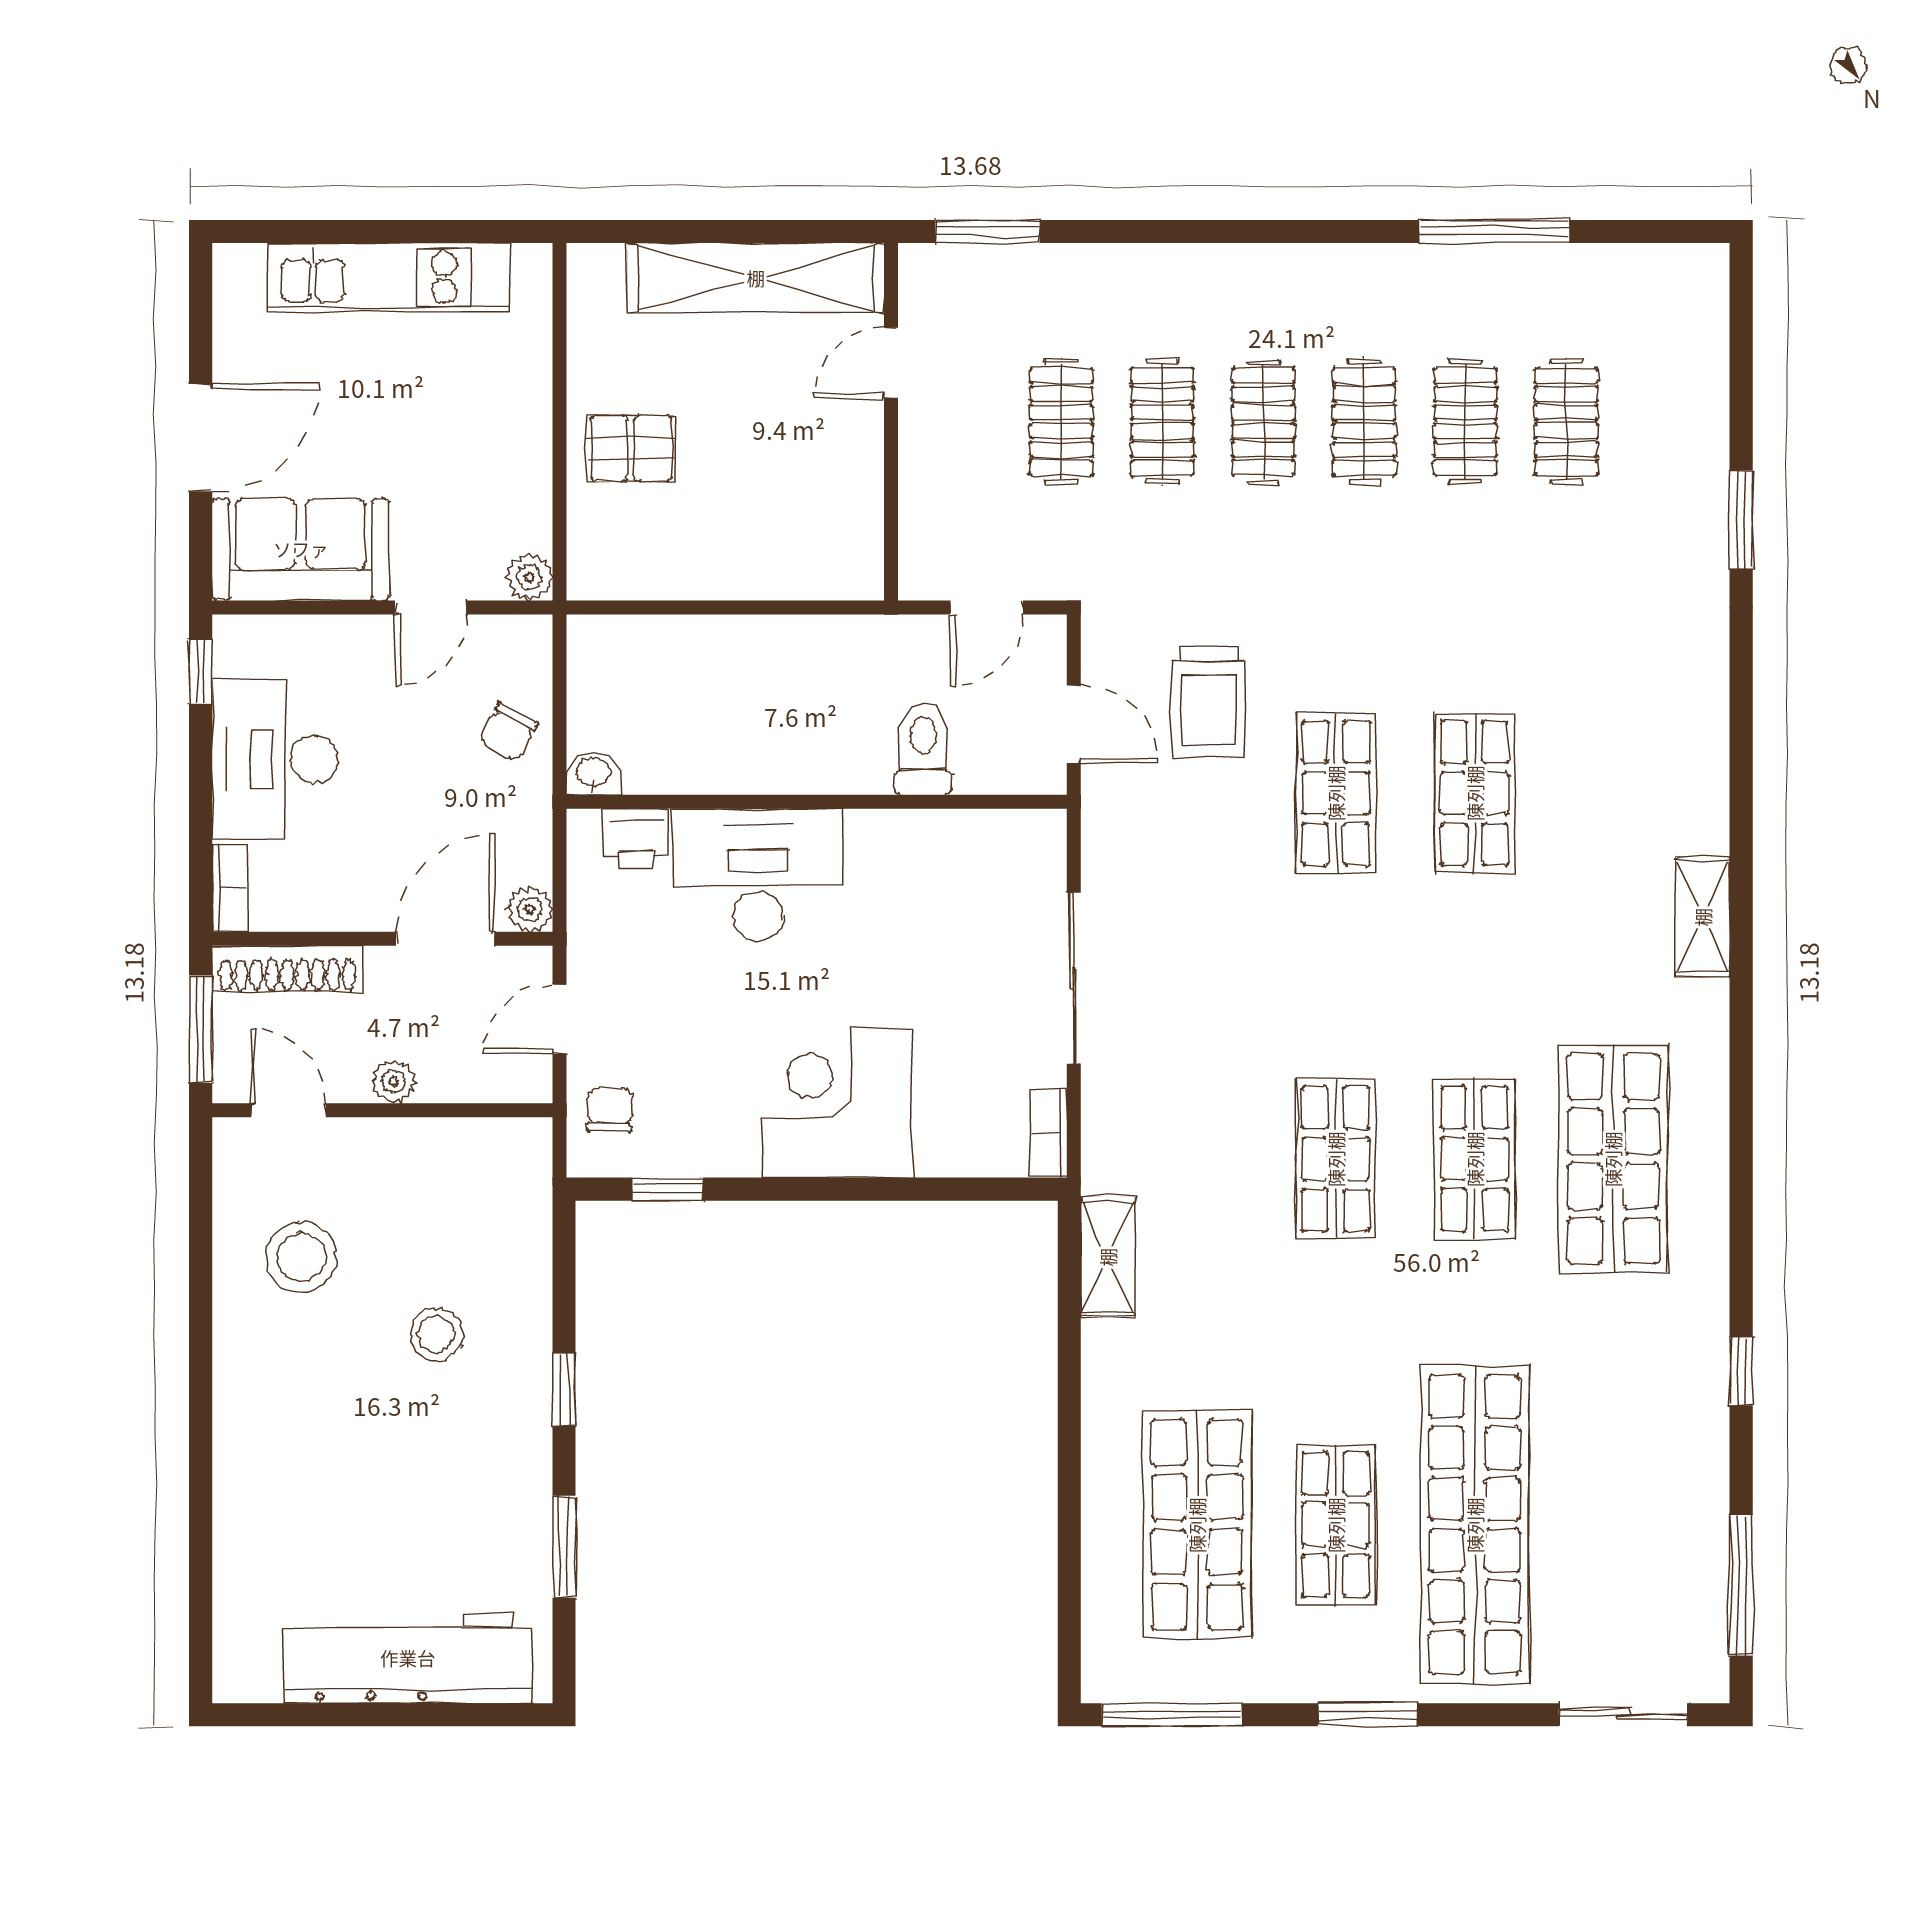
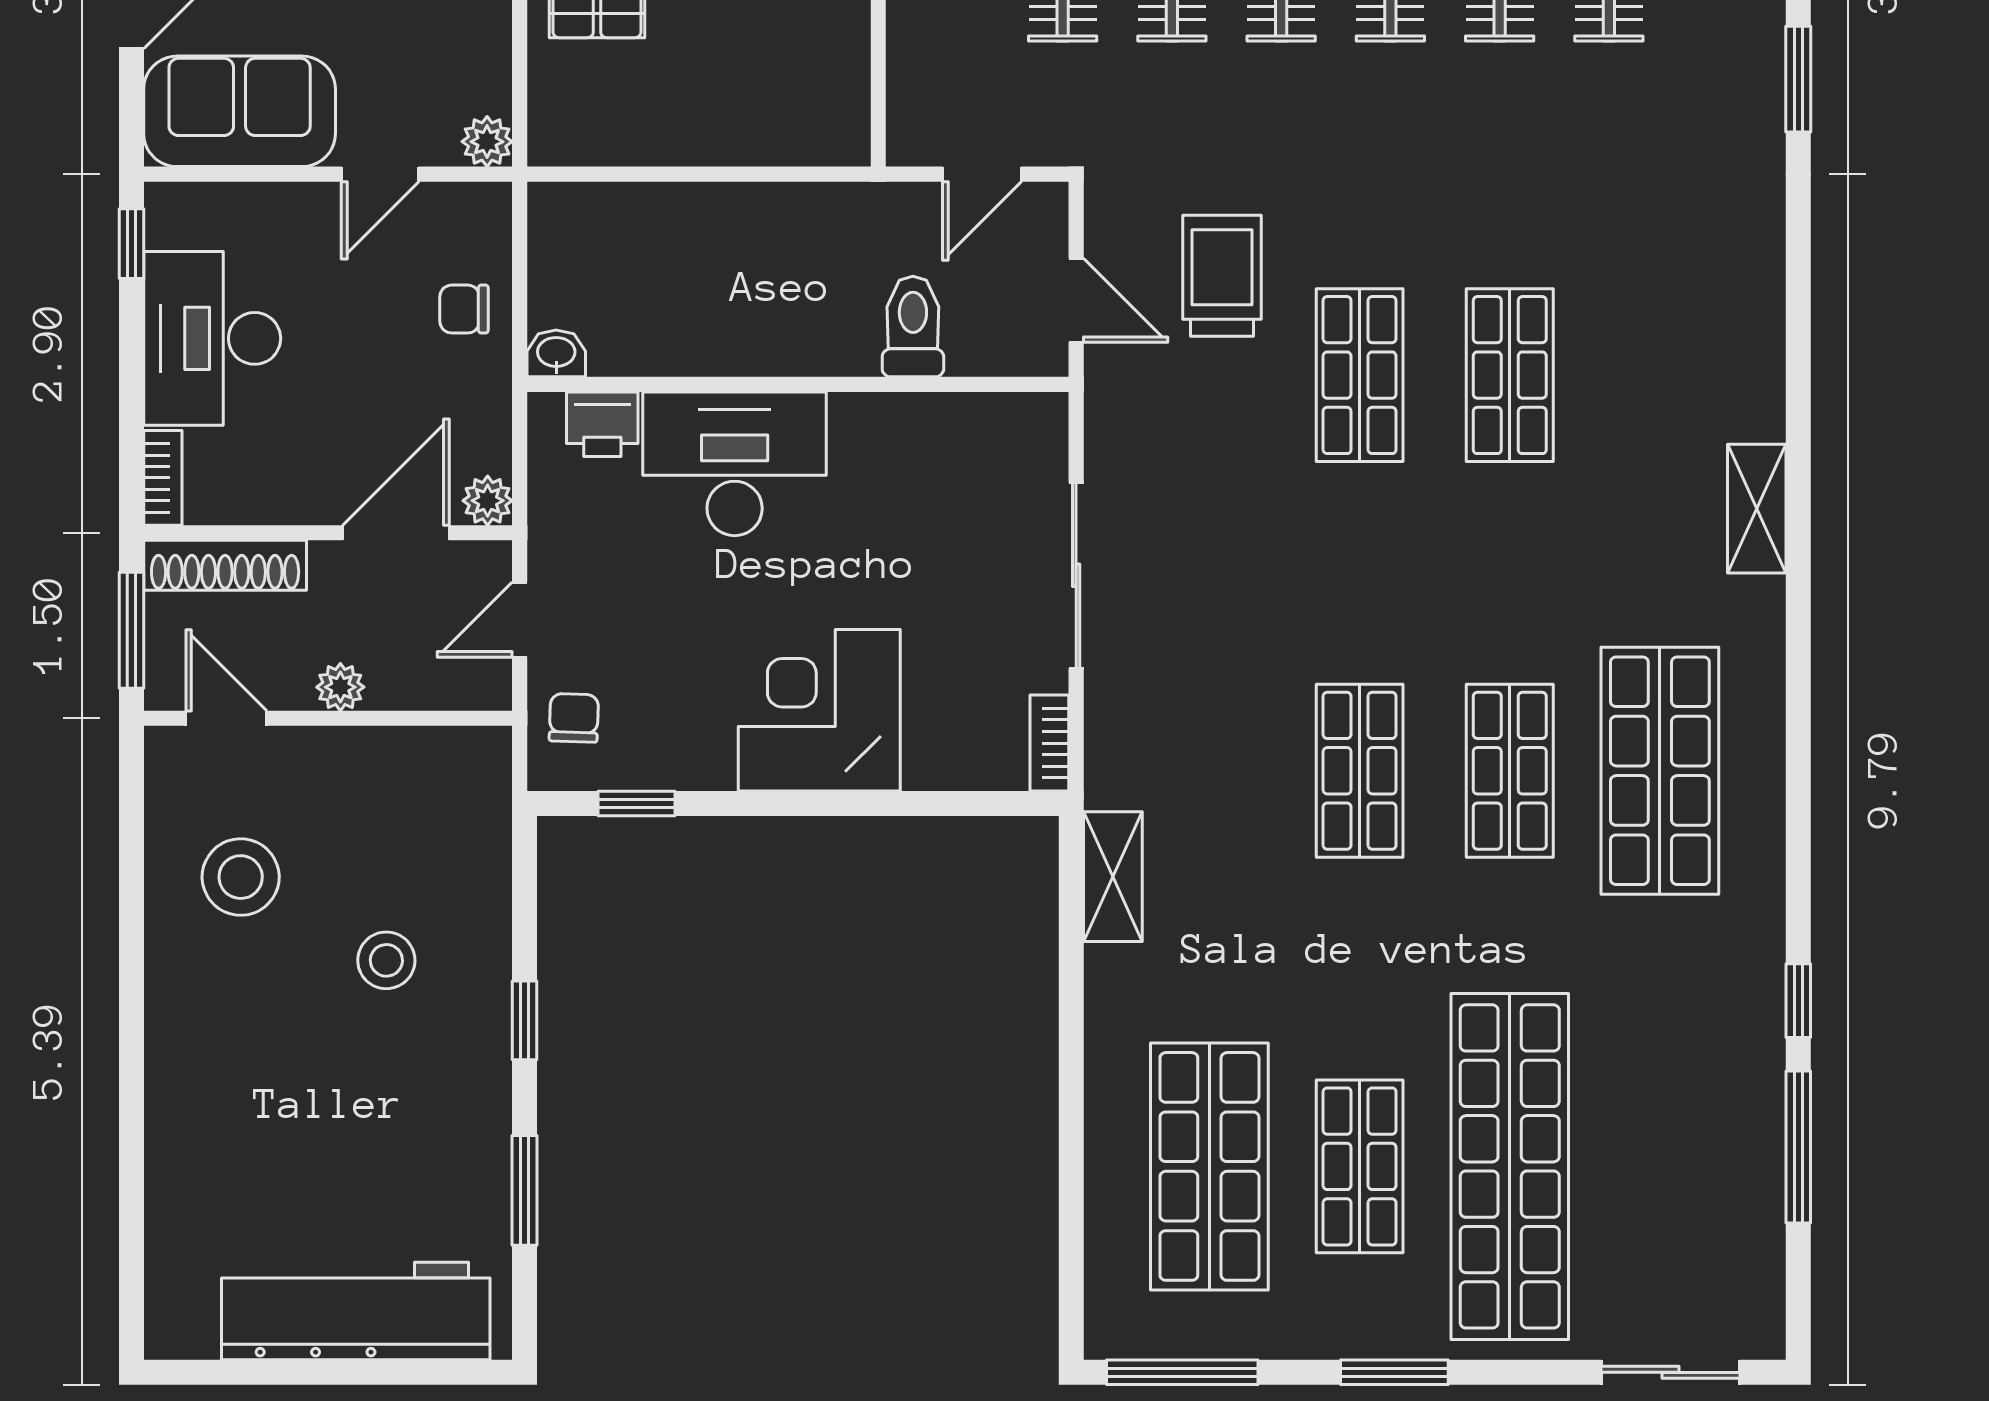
trolley: (1209, 701) -> (1222, 276), turned 180
chair: (508, 732) -> (464, 309), turned 62
window: (1741, 1585) -> (1798, 1147), moved

